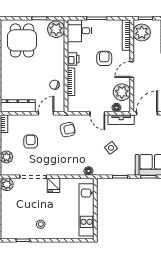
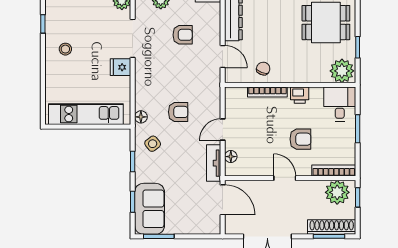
plant: (122, 92) -> (253, 164), removed
armchair: (68, 130) -> (178, 112), moved, turned -77
side table: (111, 148) -> (153, 144), moved

